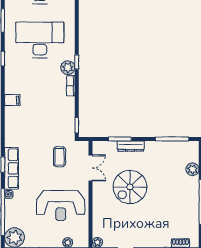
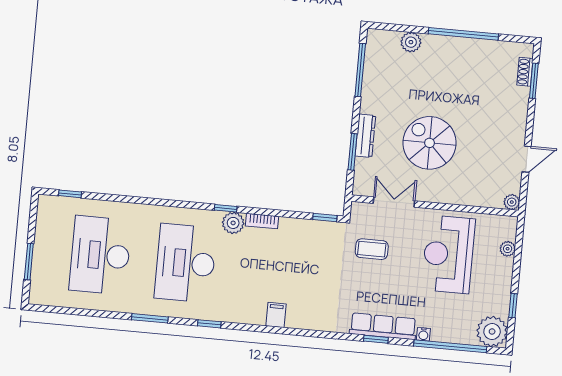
spiral stairs: (130, 187) -> (429, 143), turned 180
reception desk: (61, 205) -> (448, 254), turned 180

